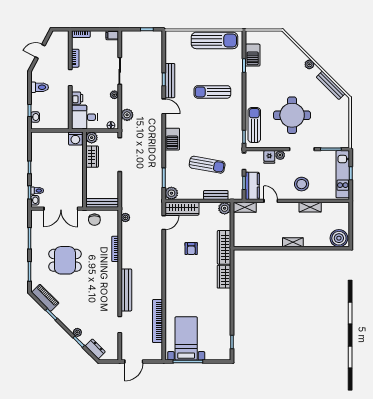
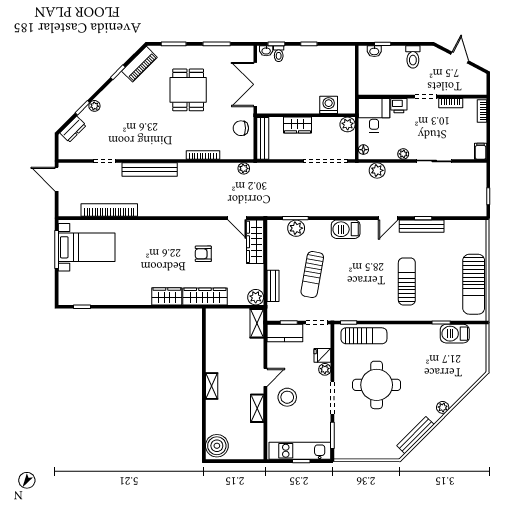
washing machine: (75, 138) -> (329, 105), moved, turned 90
wardrobe: (92, 157) -> (297, 125), moved
plant: (171, 193) -> (296, 228), moved
door: (271, 201) -> (265, 377), moved

